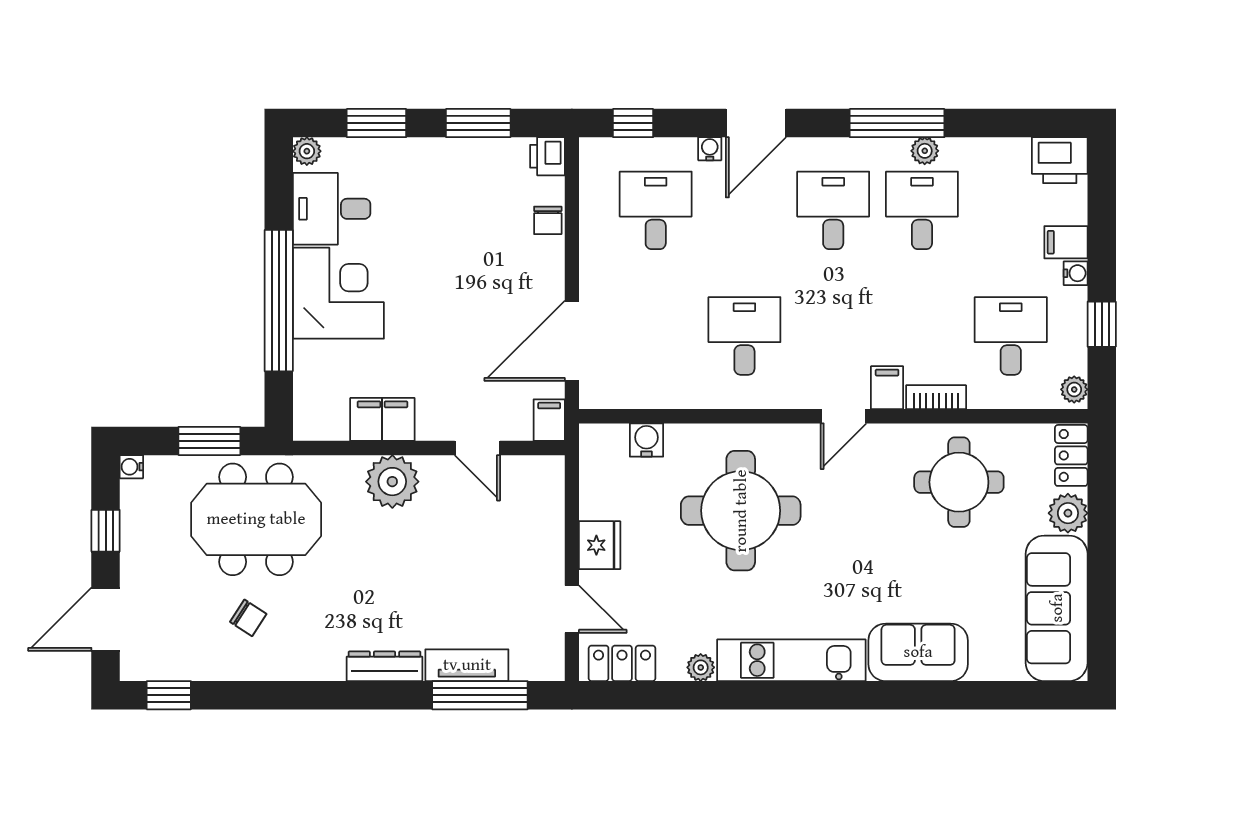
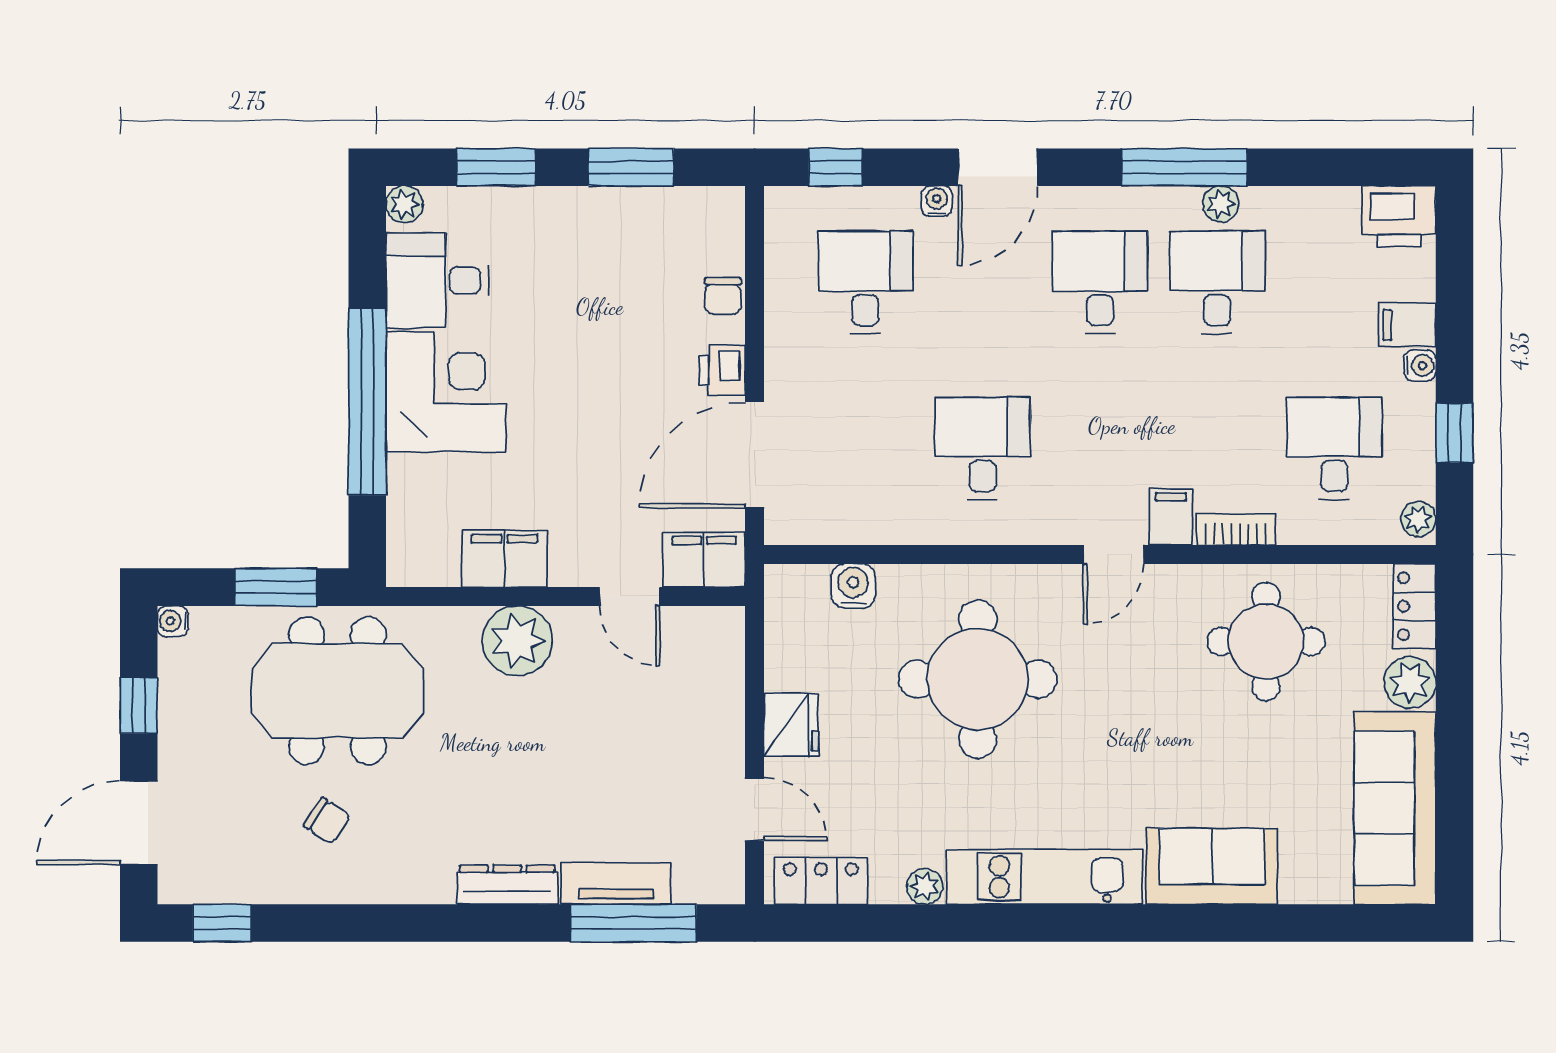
printer: (547, 156) -> (722, 370), moved
filing cabinet: (549, 420) -> (704, 560), width x2.00

